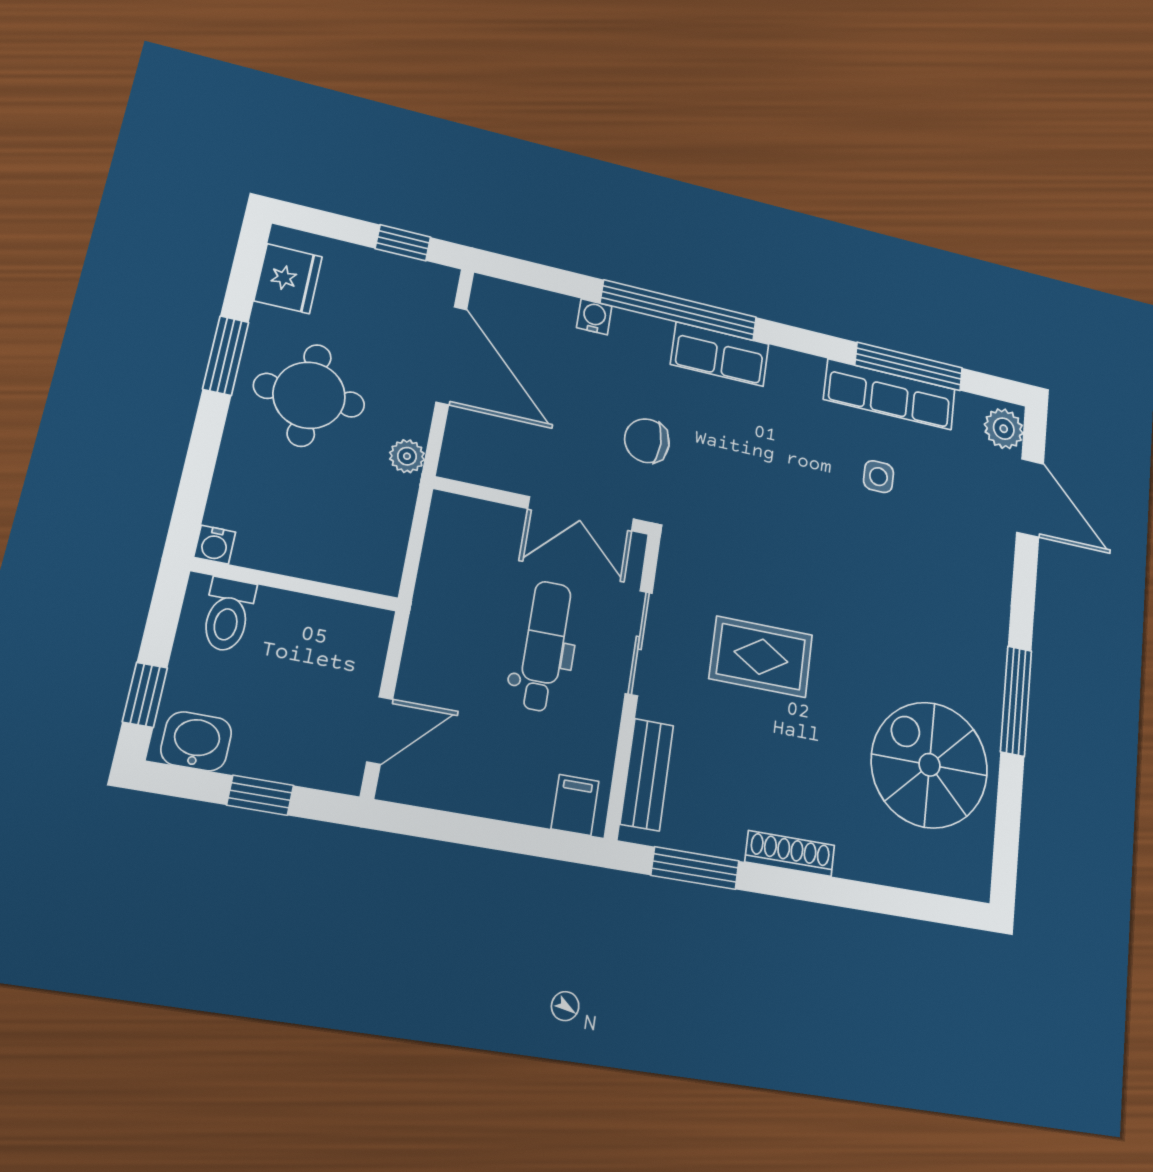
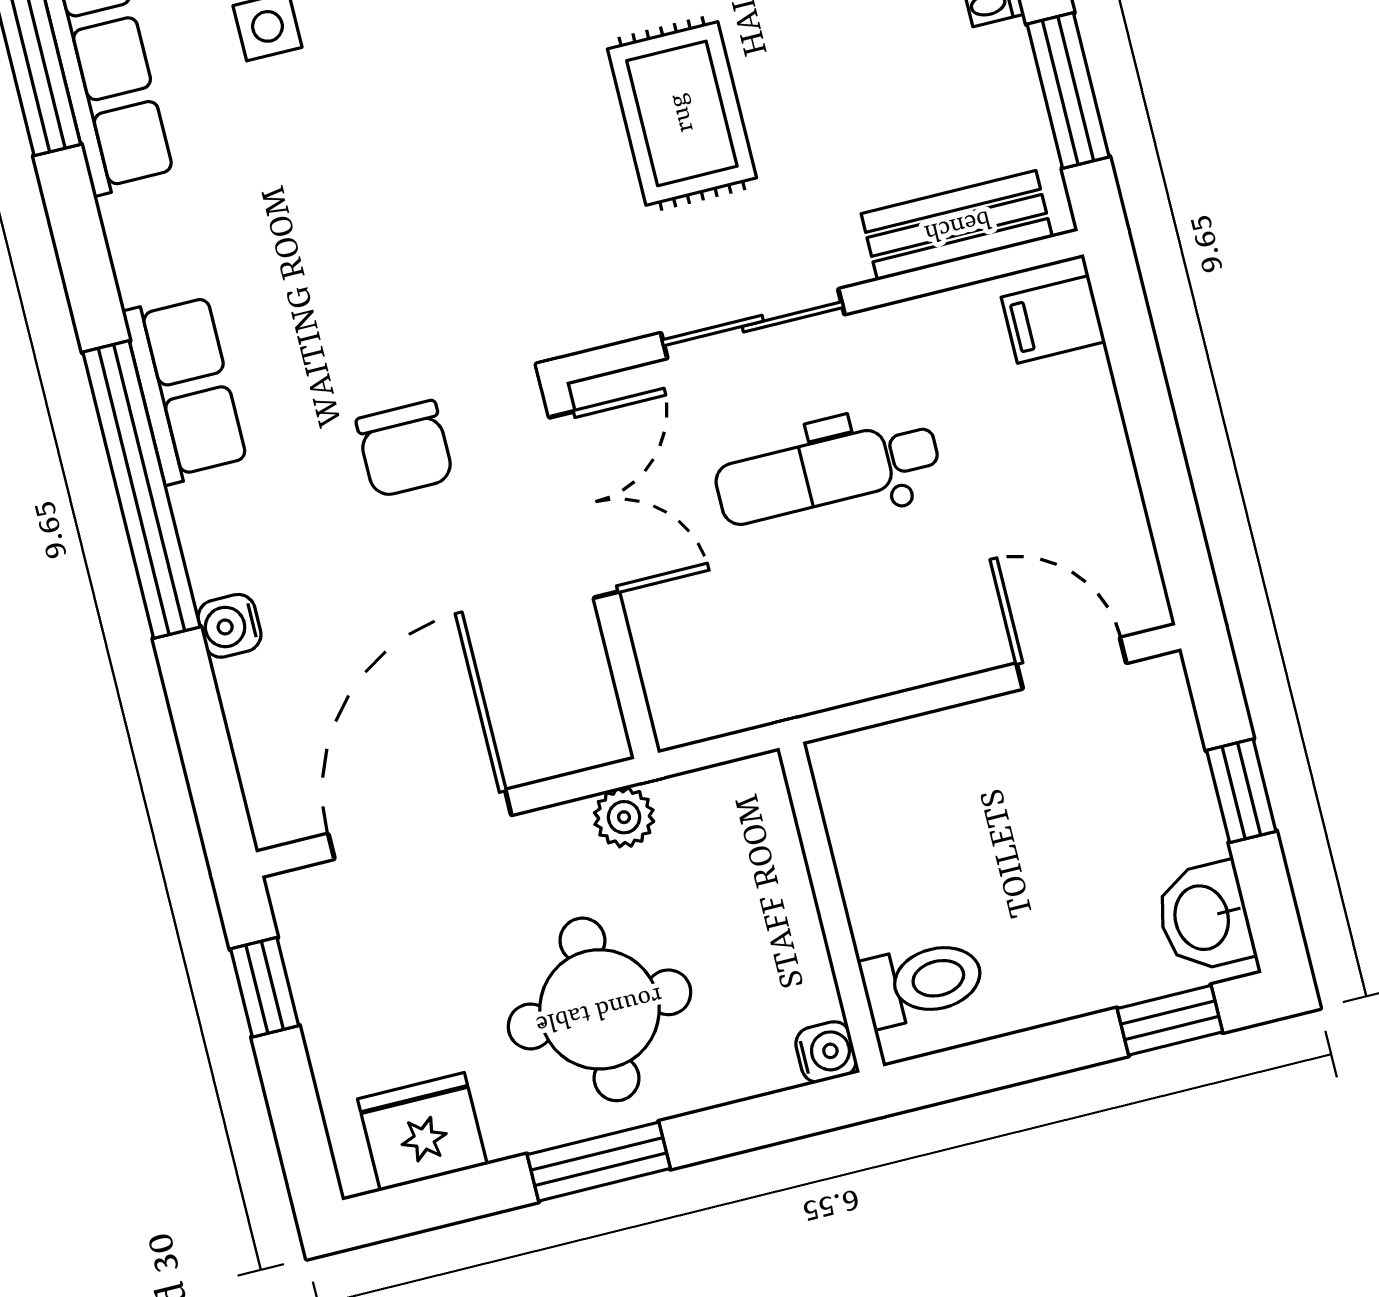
water cooler: (215, 545) -> (826, 1052), moved
wall: (296, 585) -> (831, 907), moved
toilet: (228, 615) -> (922, 982), moved

